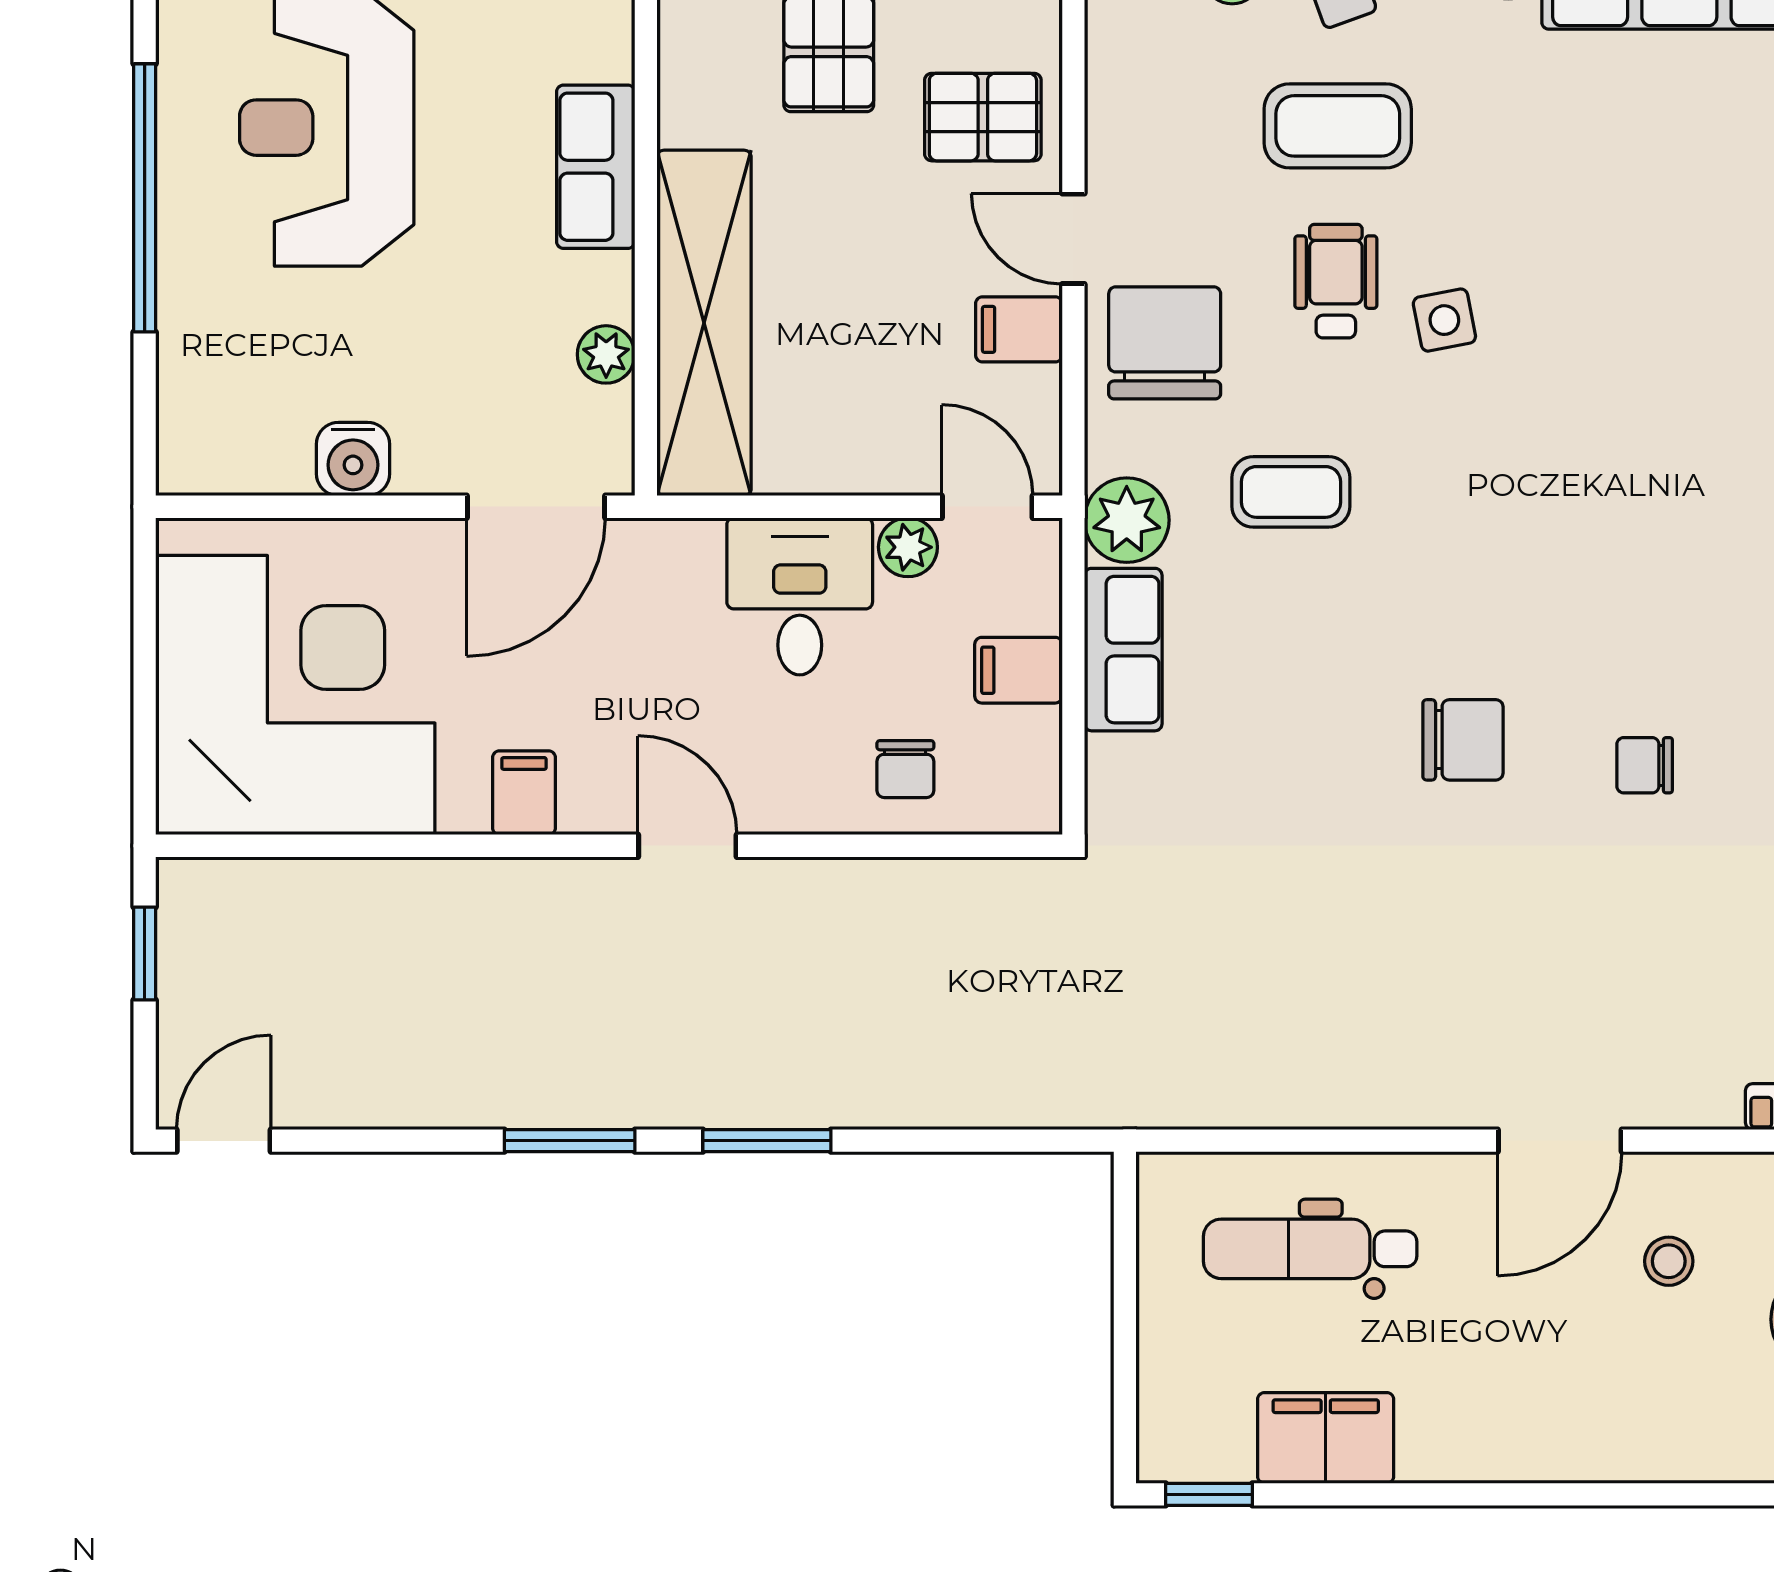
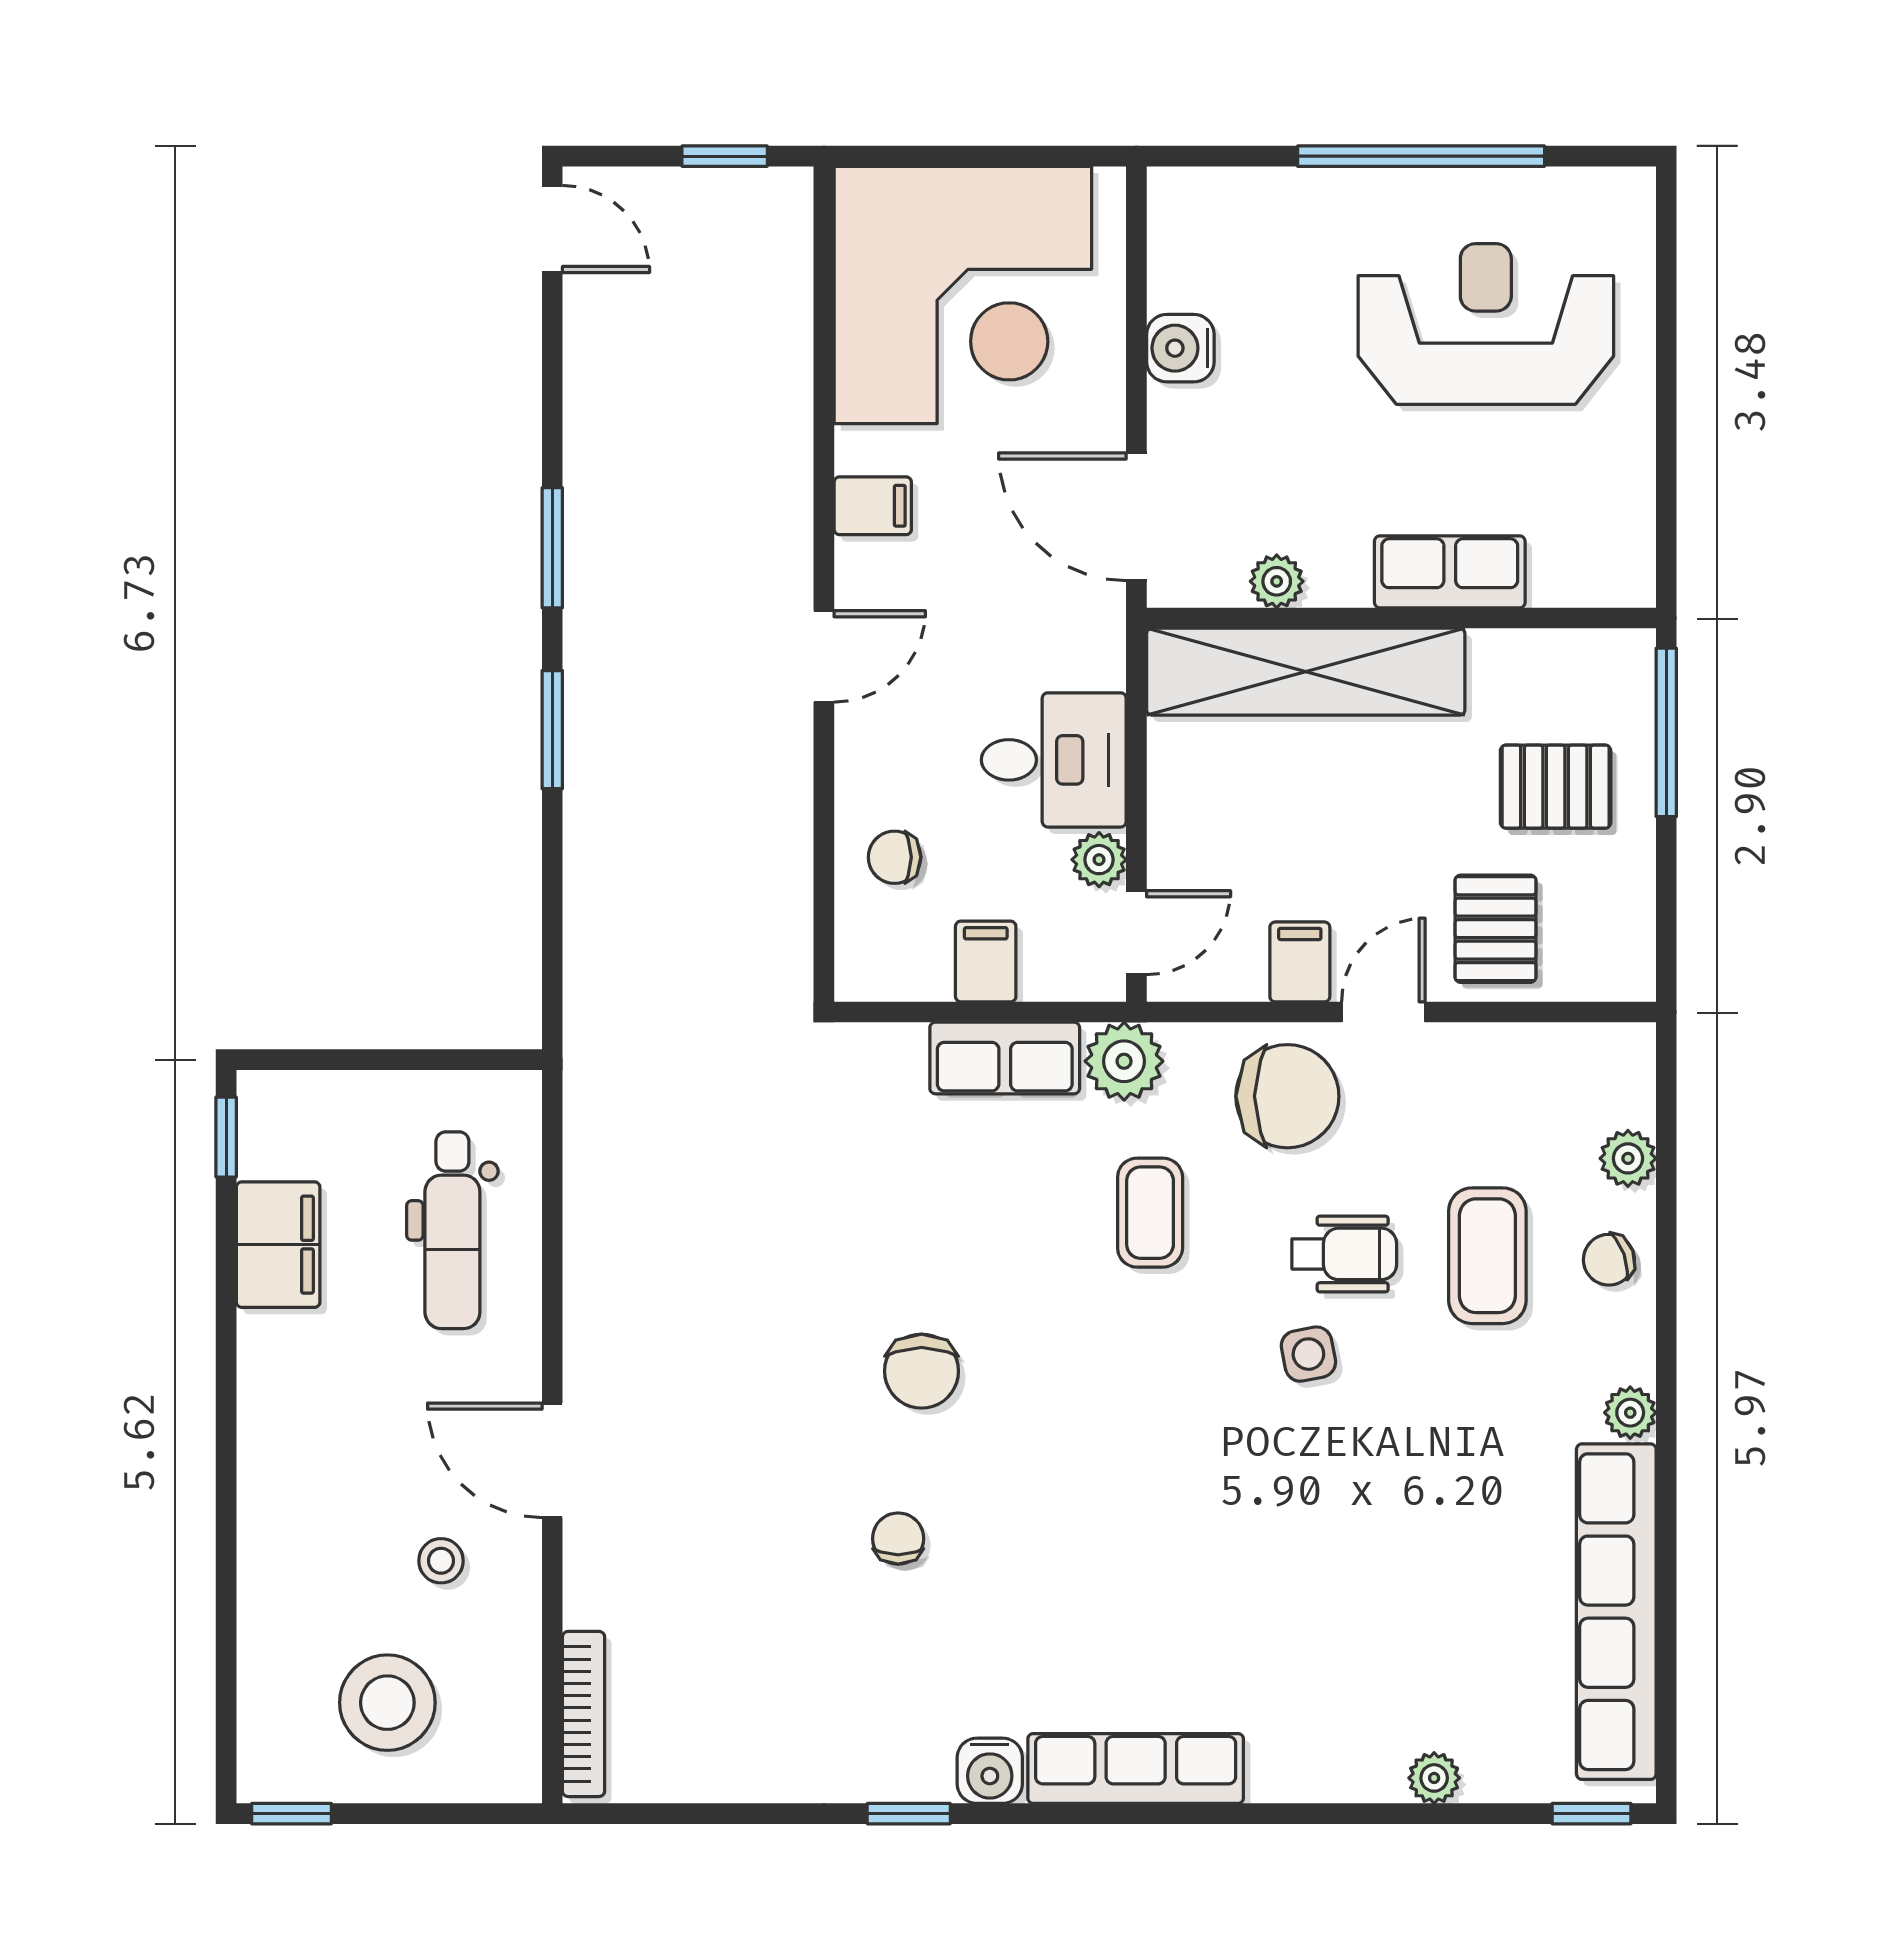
dental chair: (1310, 1249) -> (452, 1230), turned 180

